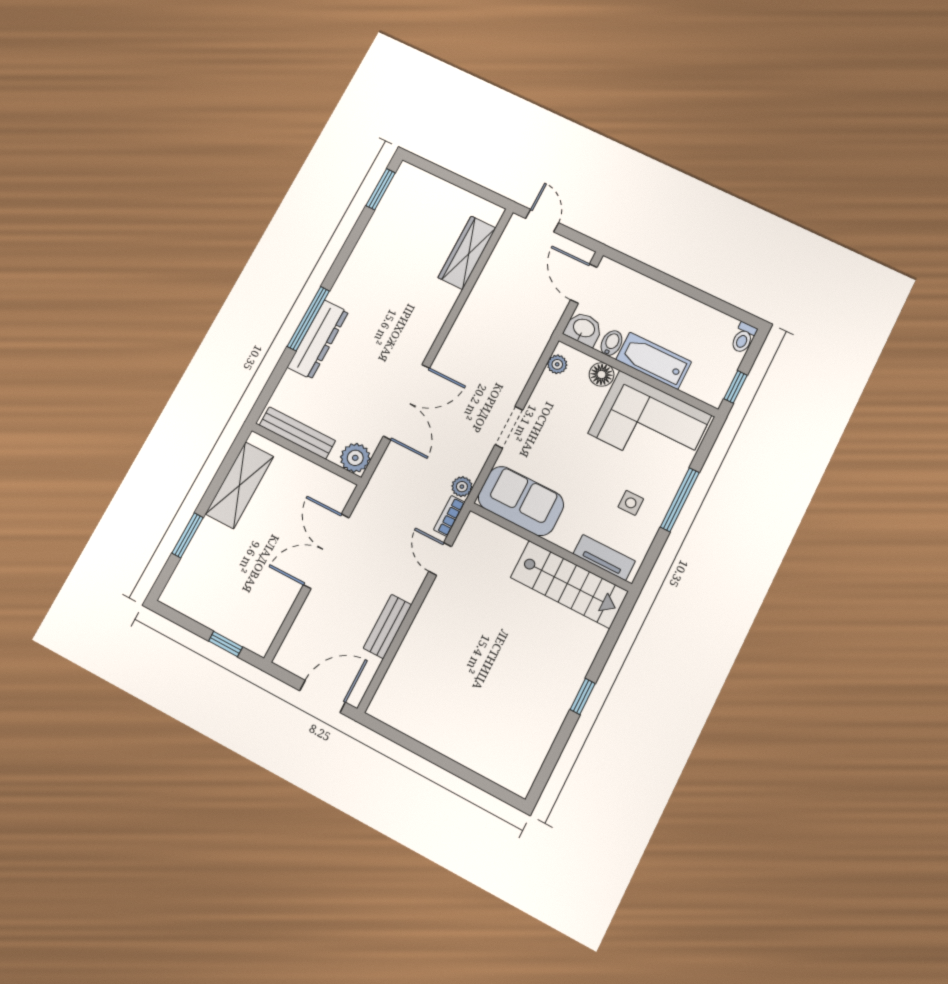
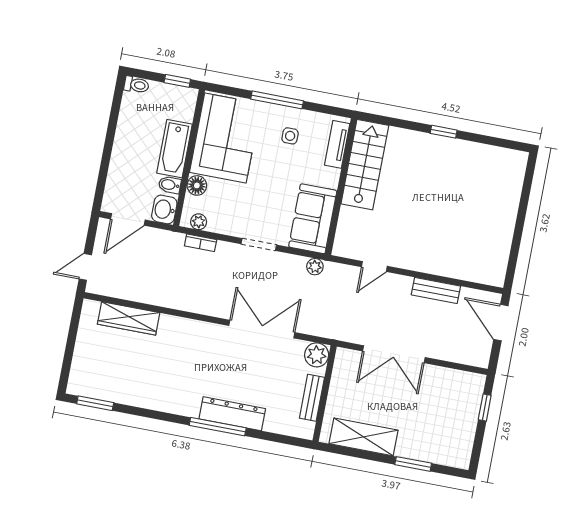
bench: (297, 433) -> (312, 398), width x0.73
bookcase: (449, 516) -> (201, 243), moved

